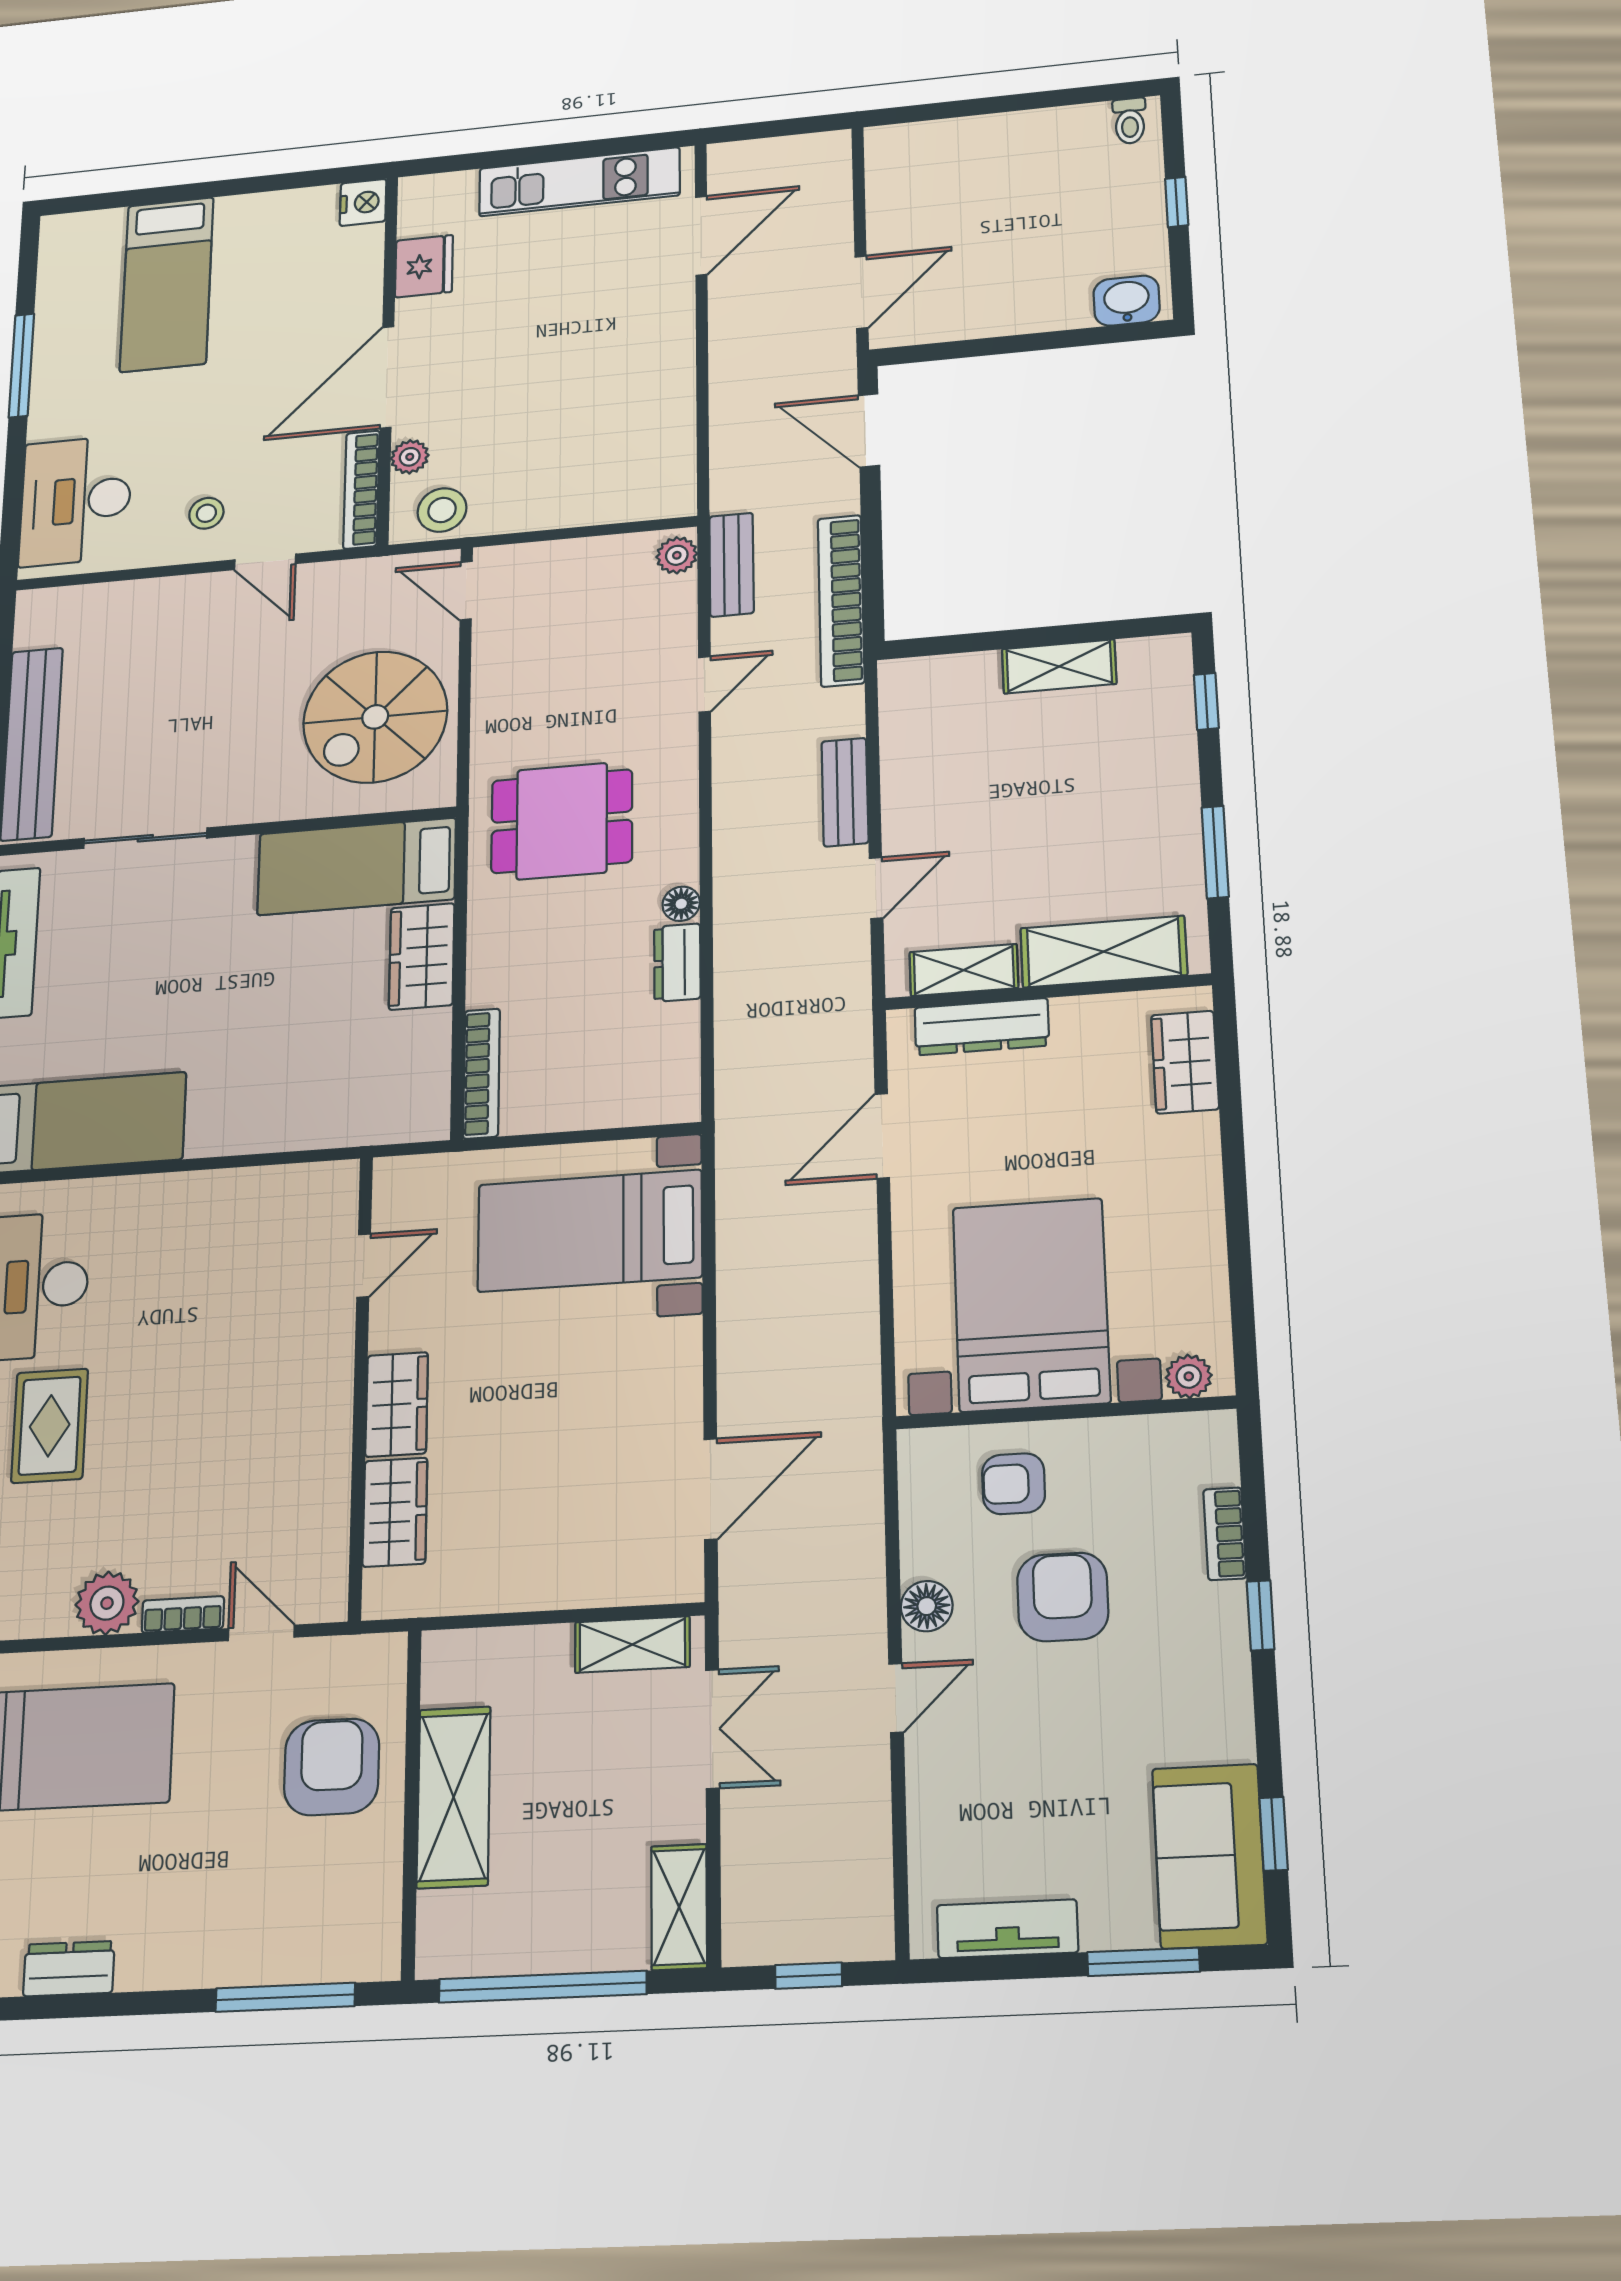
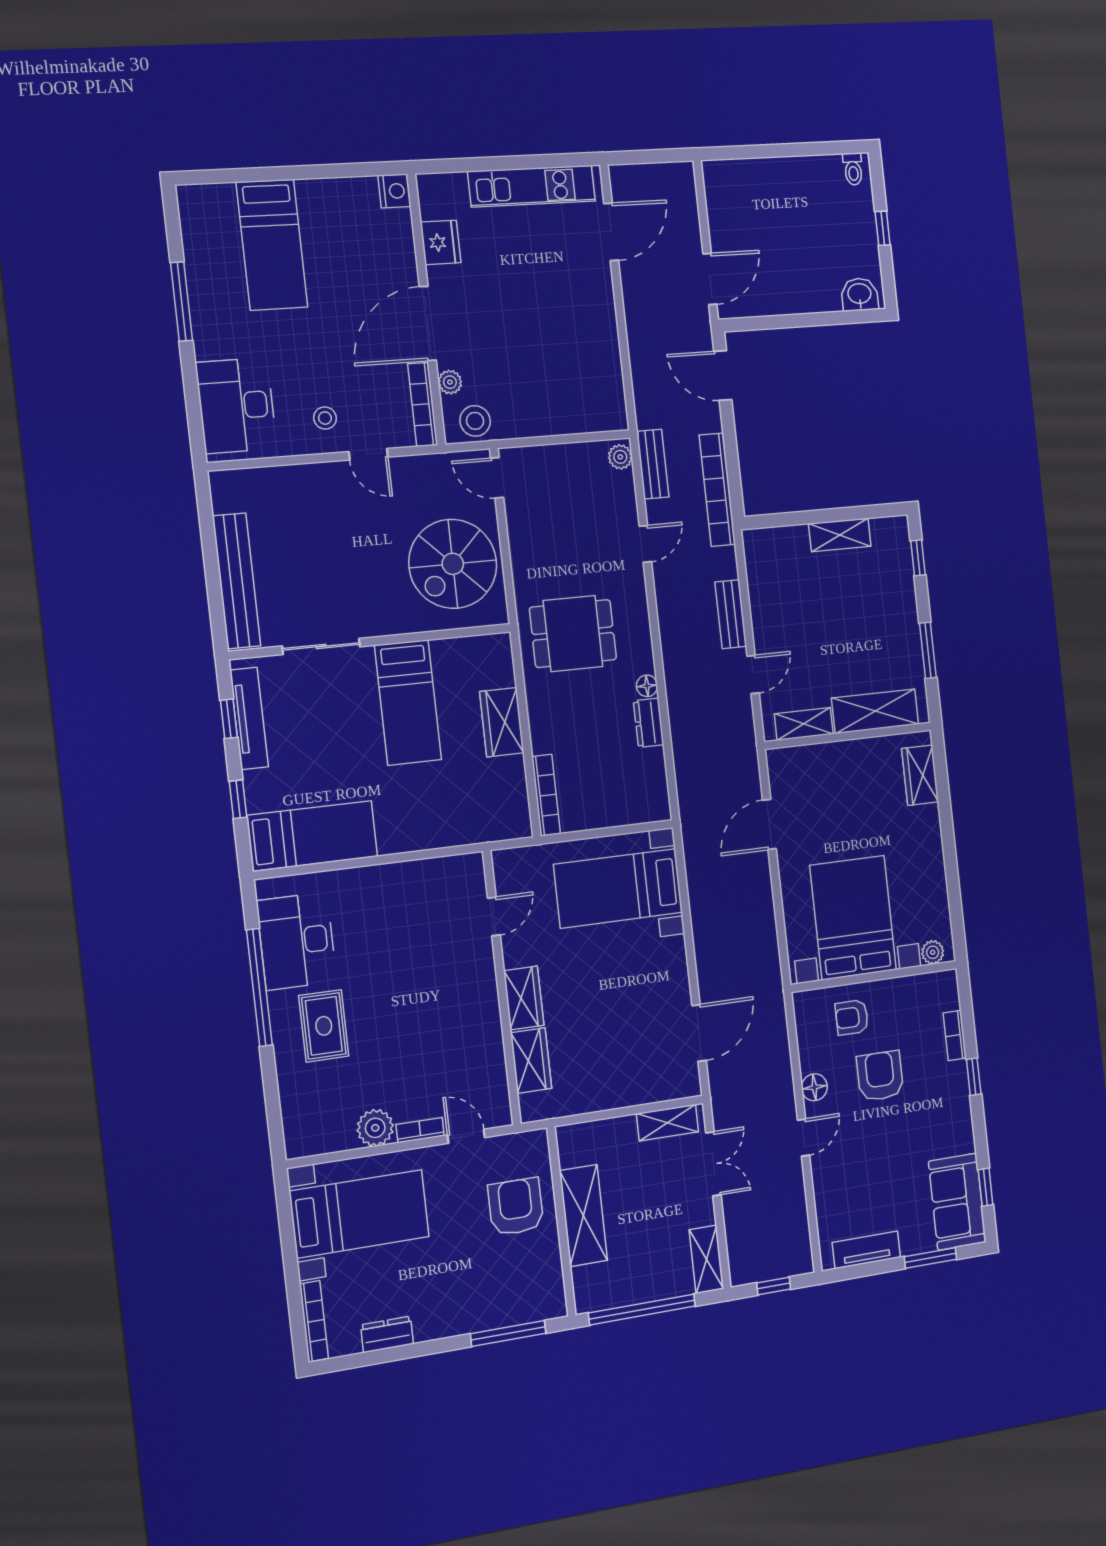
bed: (357, 866) -> (408, 703), moved, turned -90
dresser: (982, 1027) -> (816, 758), removed

